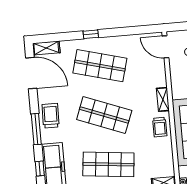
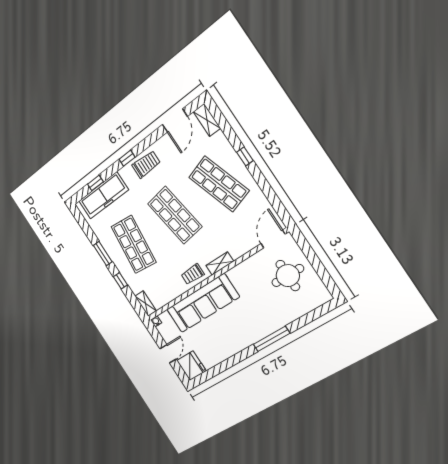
shop shelf: (100, 66) -> (219, 184), turned -33
door: (31, 73) -> (175, 121), width x0.73
shop shelf: (104, 115) -> (175, 215), turned -30
window: (36, 129) -> (127, 158), width x0.46

